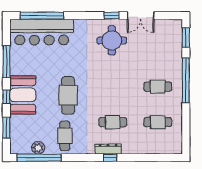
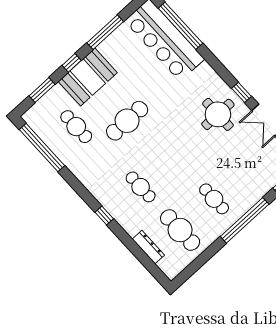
cafe table: (158, 122) -> (180, 230), width x1.37, depth x1.35
cafe table: (65, 136) -> (76, 127), moved, turned 90
plant: (38, 148) -> (51, 138), removed
dresser: (108, 149) -> (148, 247), moved

